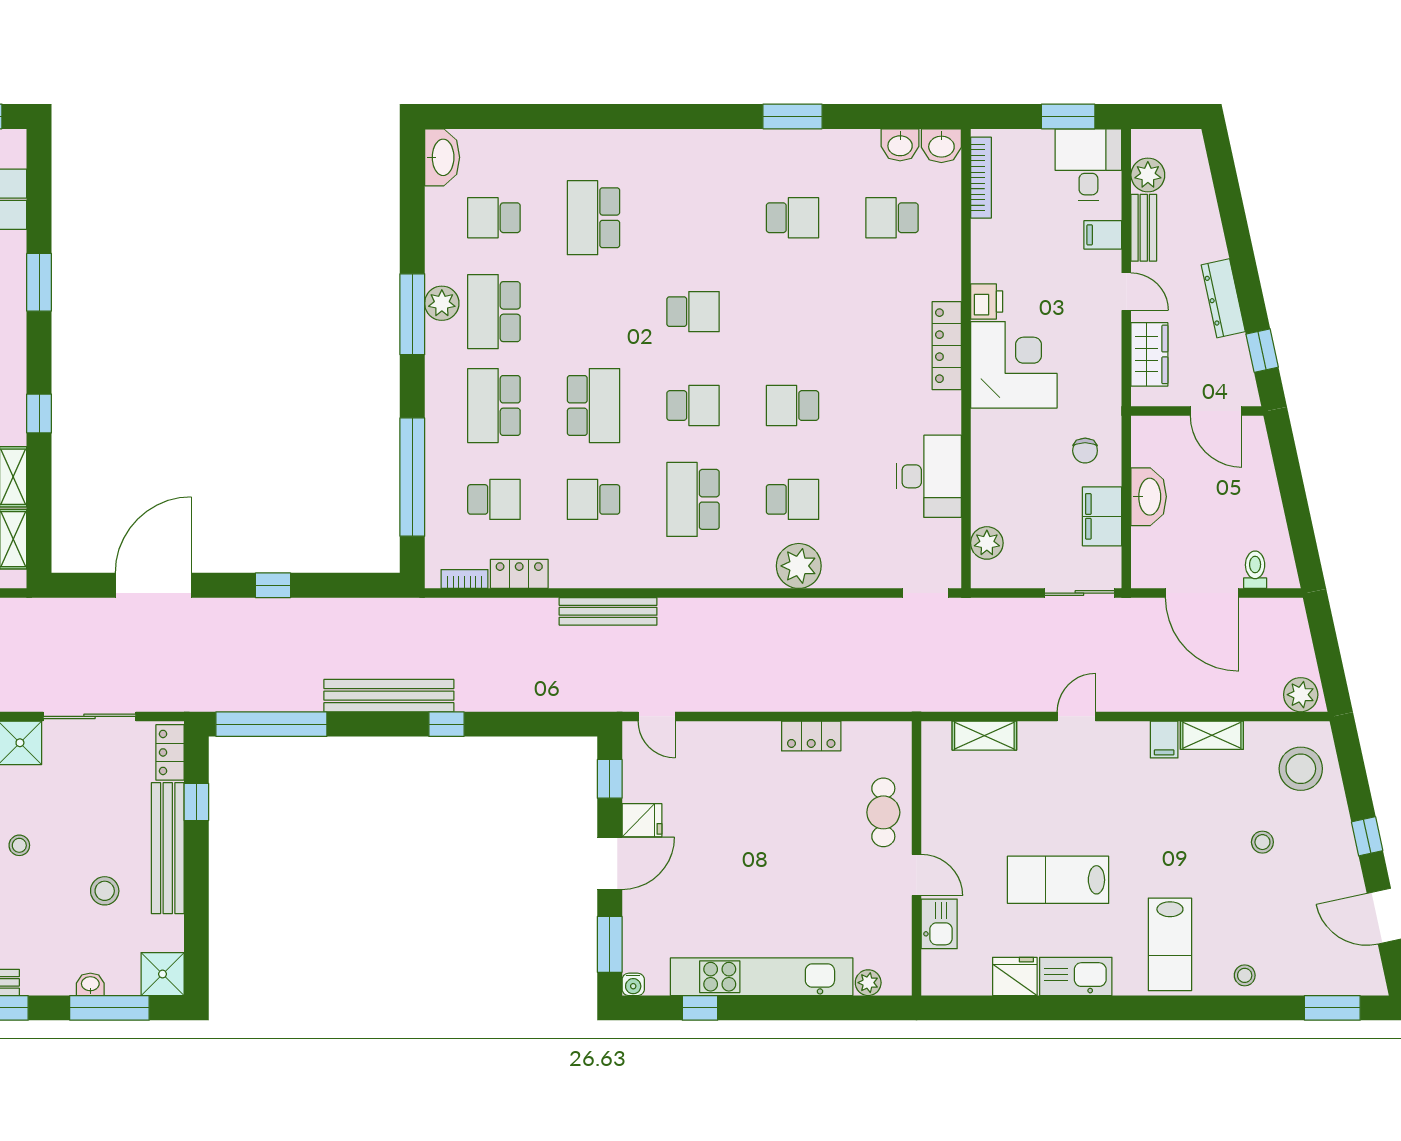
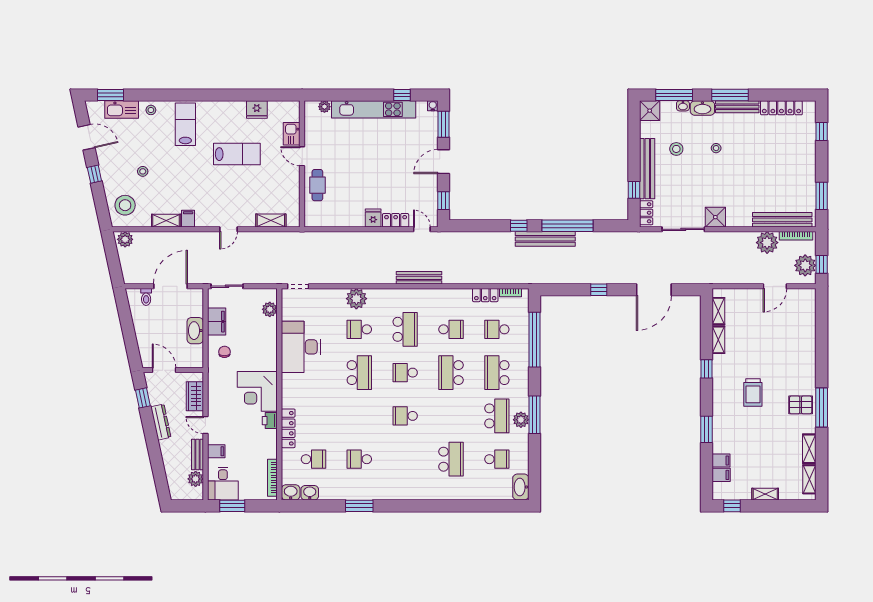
locker: (947, 346) -> (288, 428), moved
school desk: (494, 406) -> (497, 373), turned 180
school desk: (792, 406) -> (359, 373), width x1.85
desk: (929, 476) -> (301, 347), width x1.36, depth x1.30
door: (1202, 593) -> (170, 286), hinge flipped
bench: (608, 611) -> (419, 278), moved
window: (271, 724) -> (567, 226), moved
locker: (811, 736) -> (396, 220), moved
fridge: (642, 820) -> (373, 218), moved, turned 90
stool: (19, 845) -> (716, 148), moved
kitchen sink: (1076, 976) -> (122, 109), moved
washbasin: (48, 980) -> (702, 108), added

